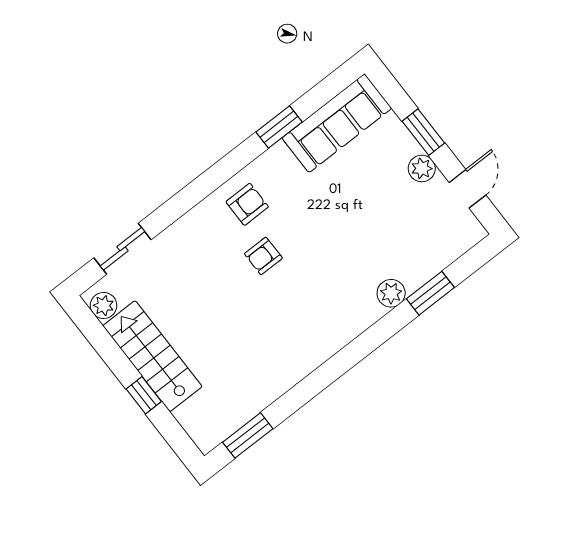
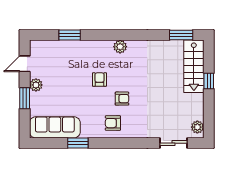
armchair: (325, 259) -> (99, 79), added
plant: (391, 293) -> (120, 47), moved
stairs: (152, 356) -> (194, 66), moved

